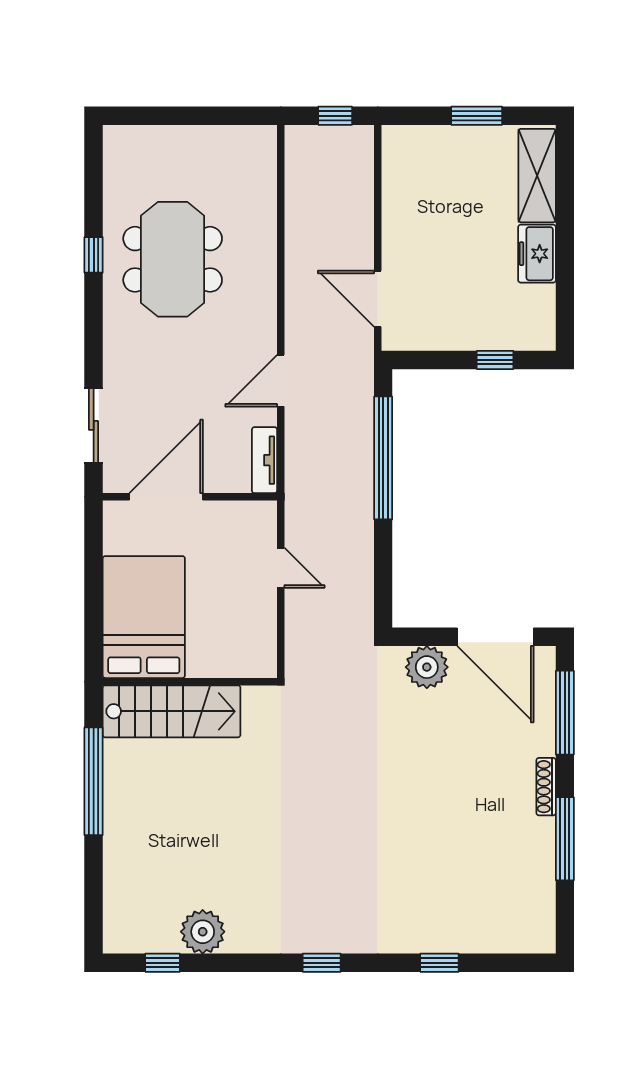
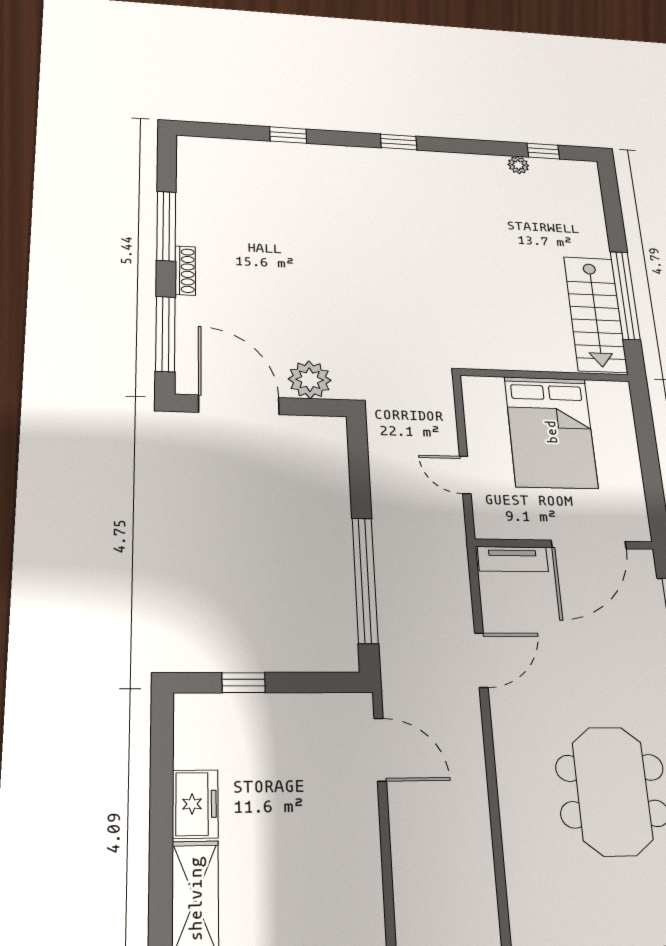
tv unit: (265, 460) -> (513, 559), moved, turned 90
bed: (144, 617) -> (551, 432), moved
stairs: (172, 711) -> (595, 314), moved, turned -90
plant: (203, 932) -> (518, 165), width x0.53, depth x0.53

